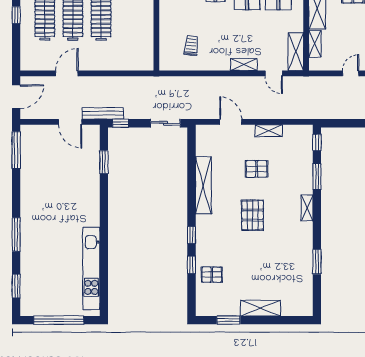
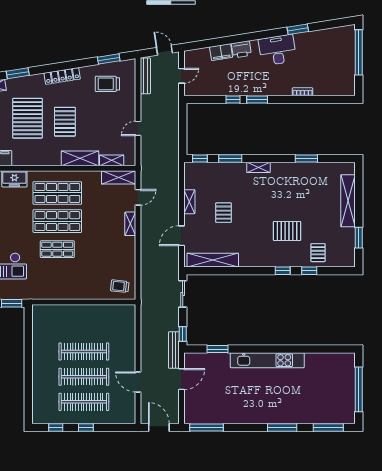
trolley: (191, 46) -> (120, 286), moved
door: (351, 73) -> (138, 128), hinge flipped
shelving: (203, 185) -> (213, 260), moved
pallet: (253, 215) -> (287, 231), moved
kitchen unit: (91, 268) -> (267, 360), moved
window: (16, 286) -> (328, 427), width x1.44
shelving: (260, 308) -> (348, 201), width x1.47

